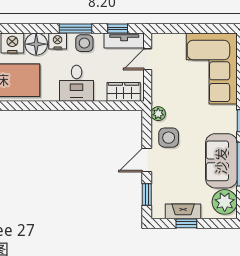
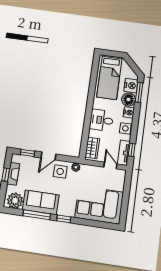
window: (75, 29) -> (139, 92), moved
door: (147, 160) -> (48, 156), swing flipped

